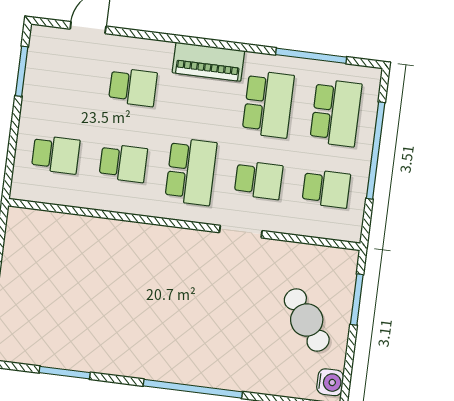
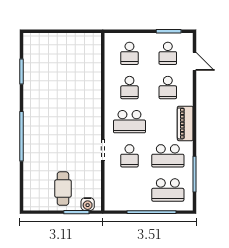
school desk: (326, 189) -> (168, 53), moved
cafe table: (307, 320) -> (63, 189), turned -54
water cooler: (330, 382) -> (88, 204), moved

